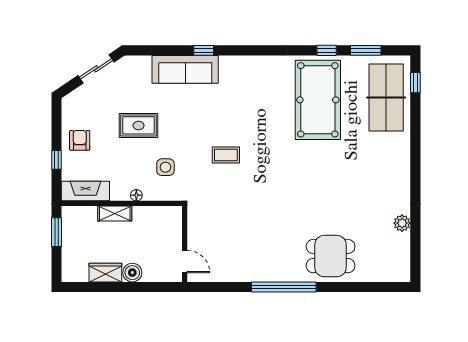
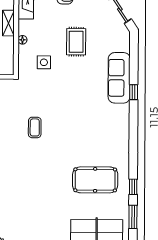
pool table: (318, 100) -> (95, 180), width x0.73, depth x0.76
coffee table: (226, 155) -> (35, 127), moved

